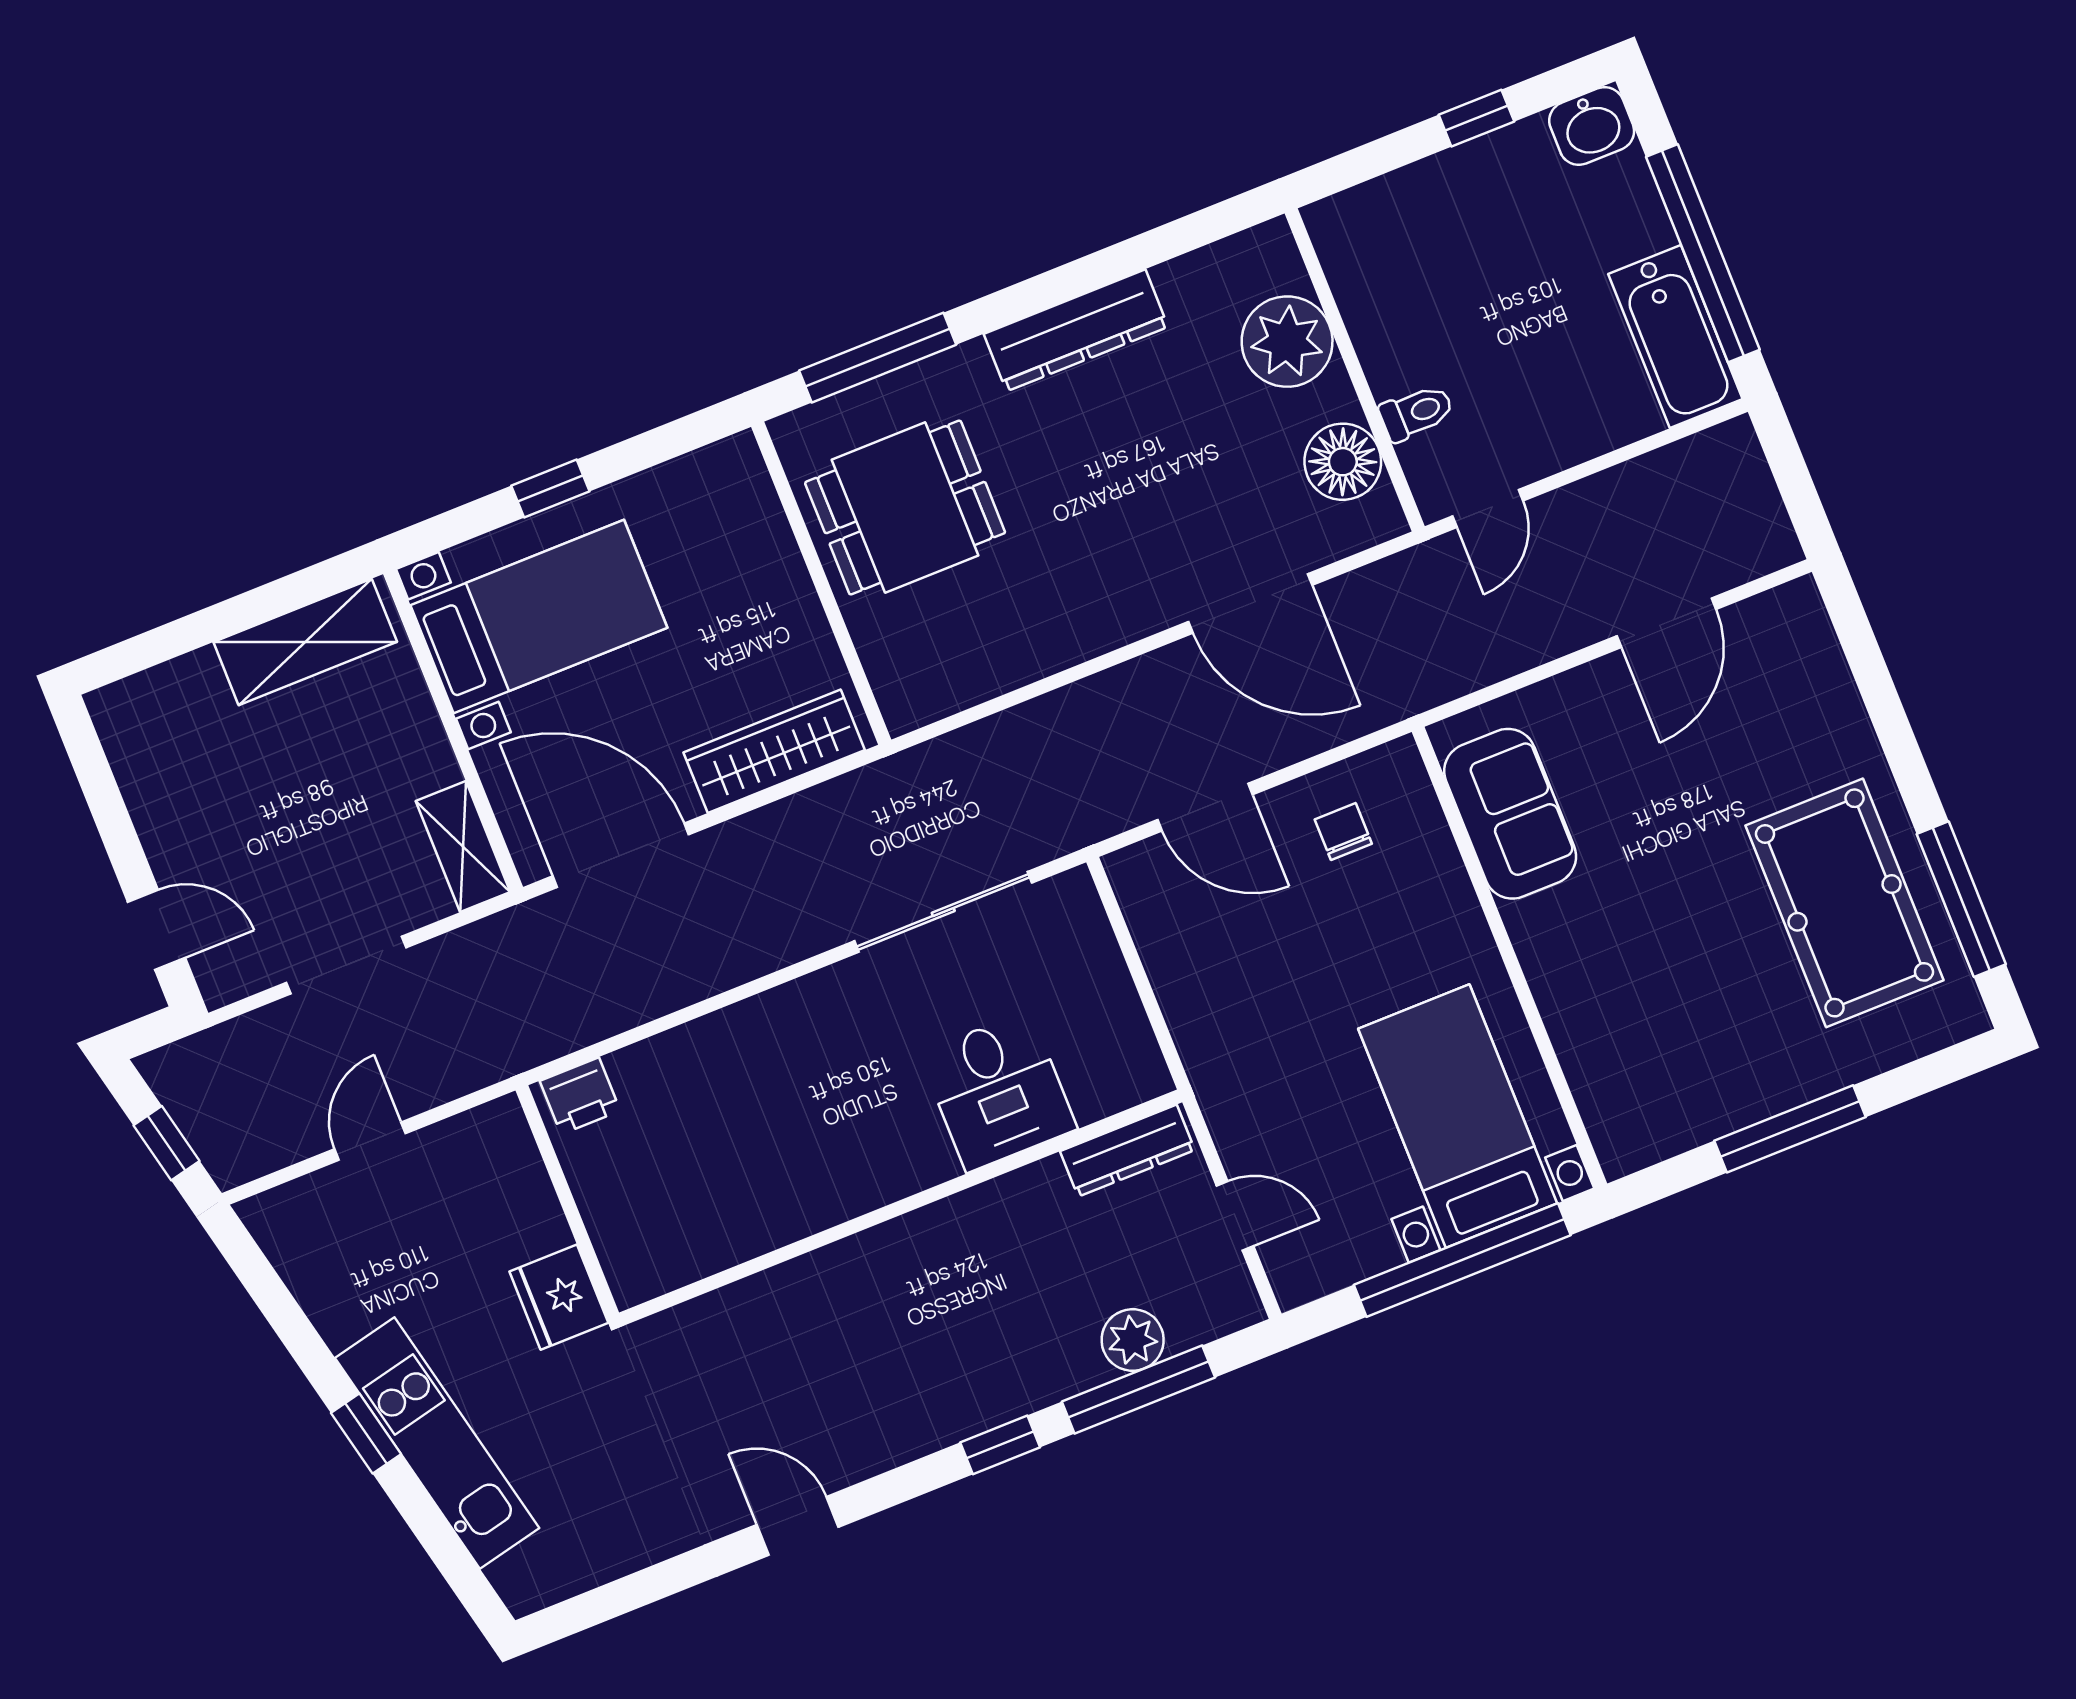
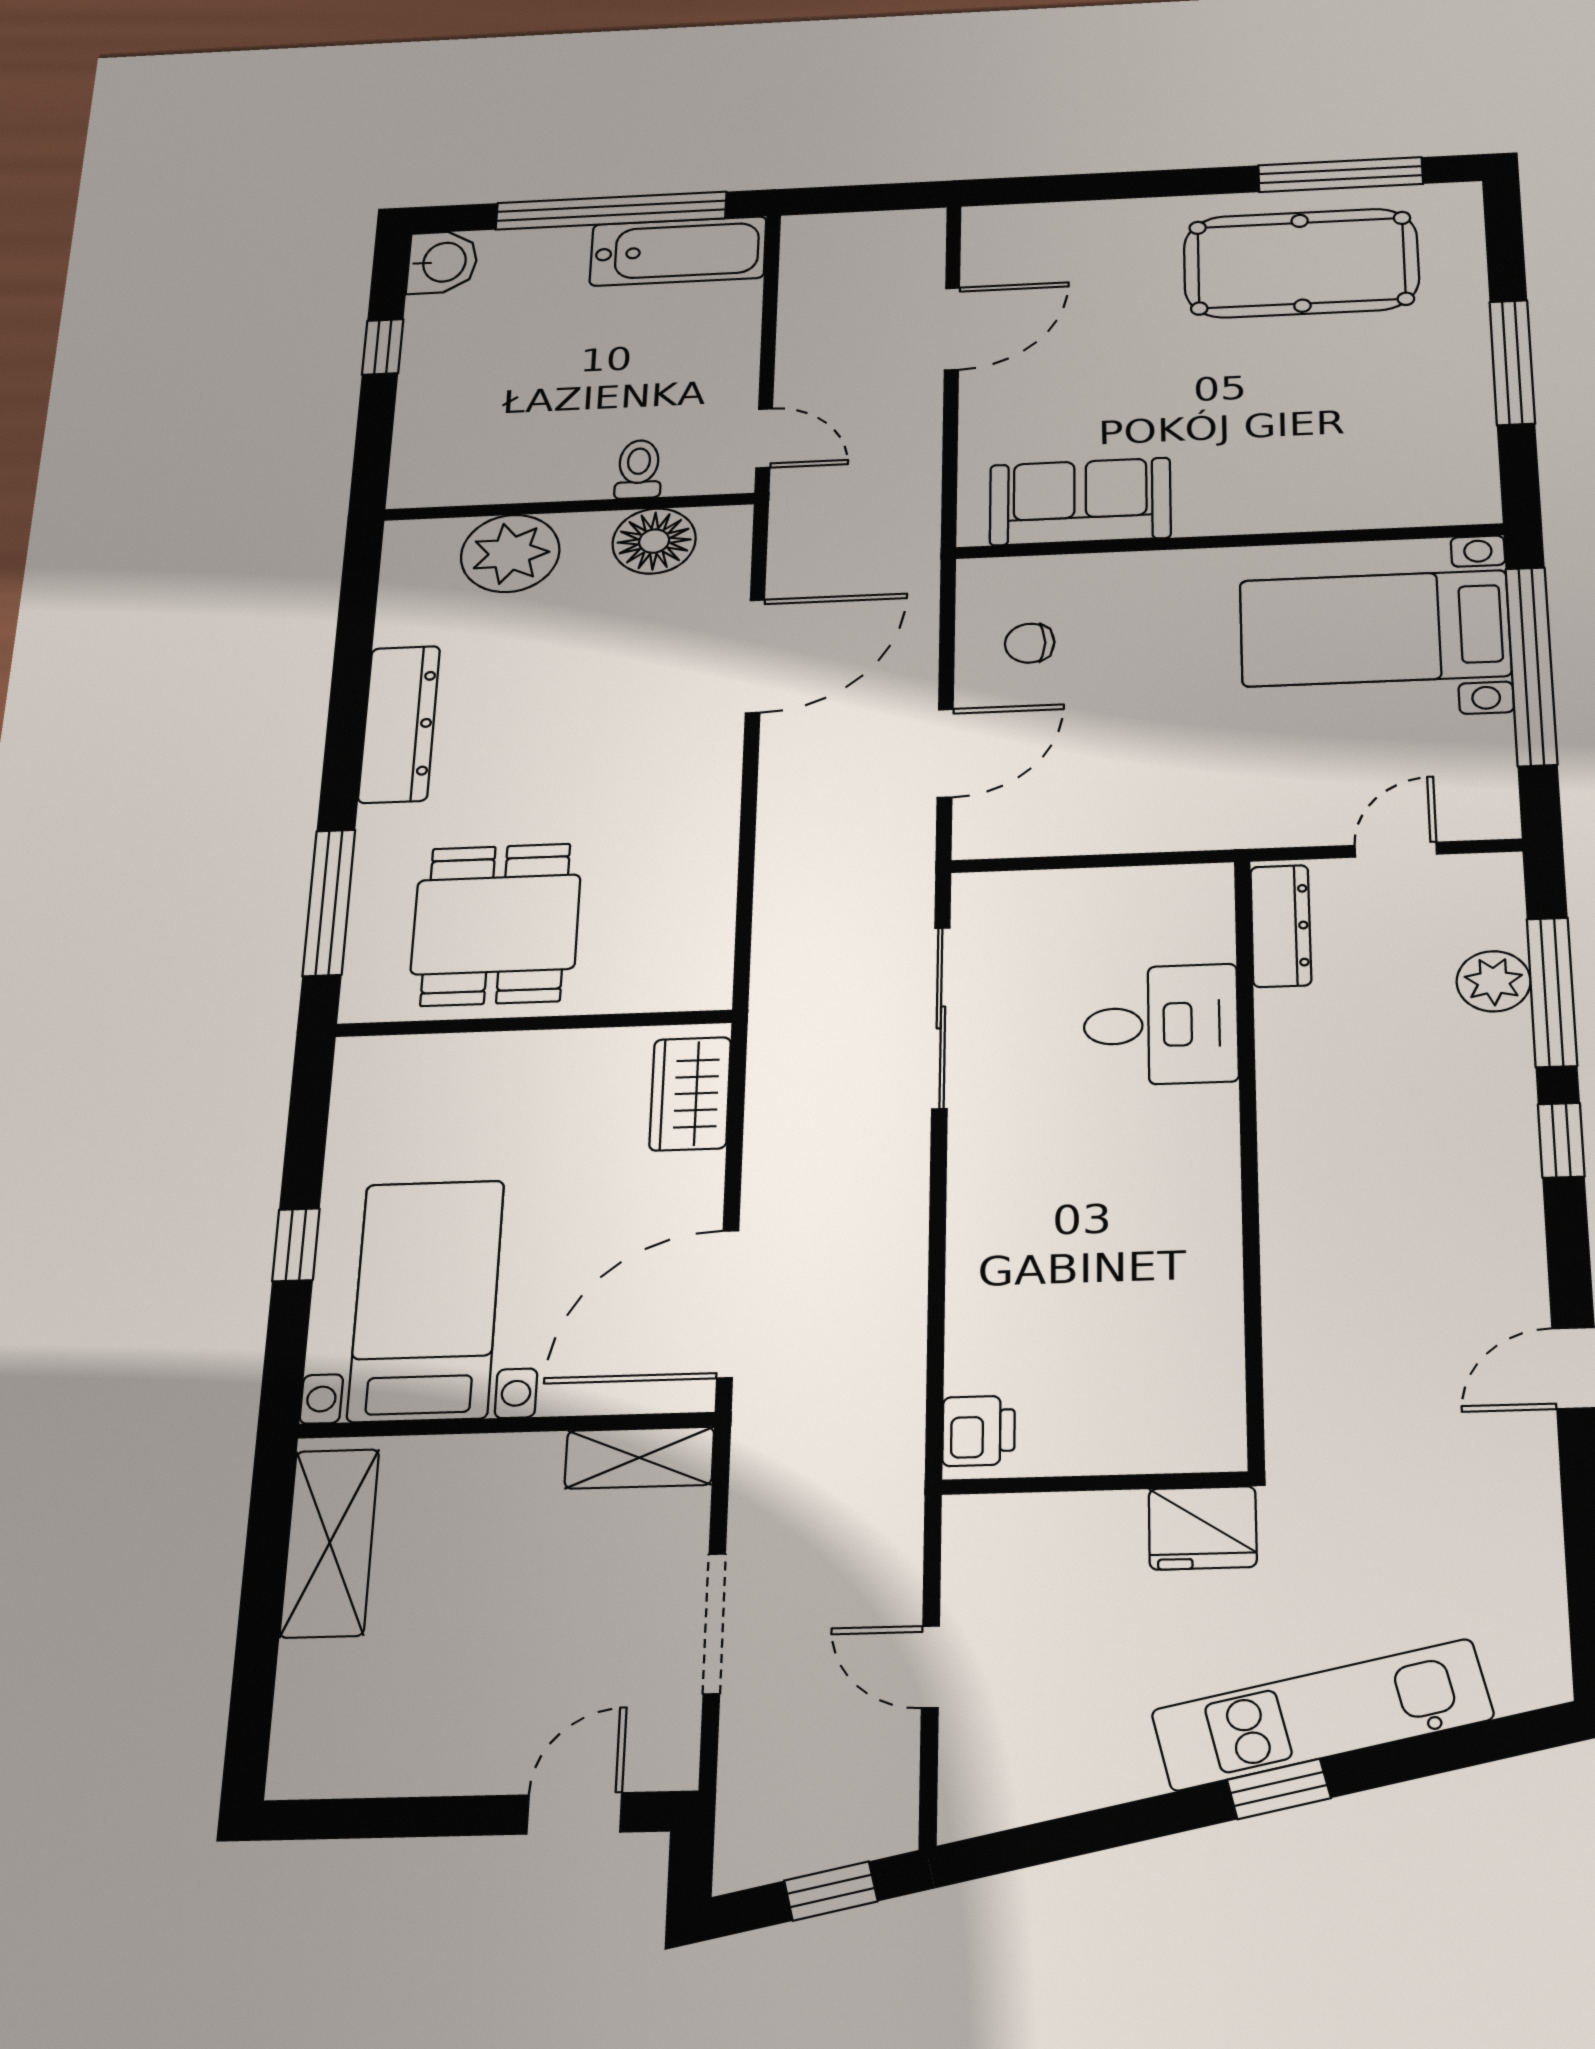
door: (1666, 623) -> (952, 329), hinge flipped
wardrobe: (774, 751) -> (690, 1094), width x0.67

